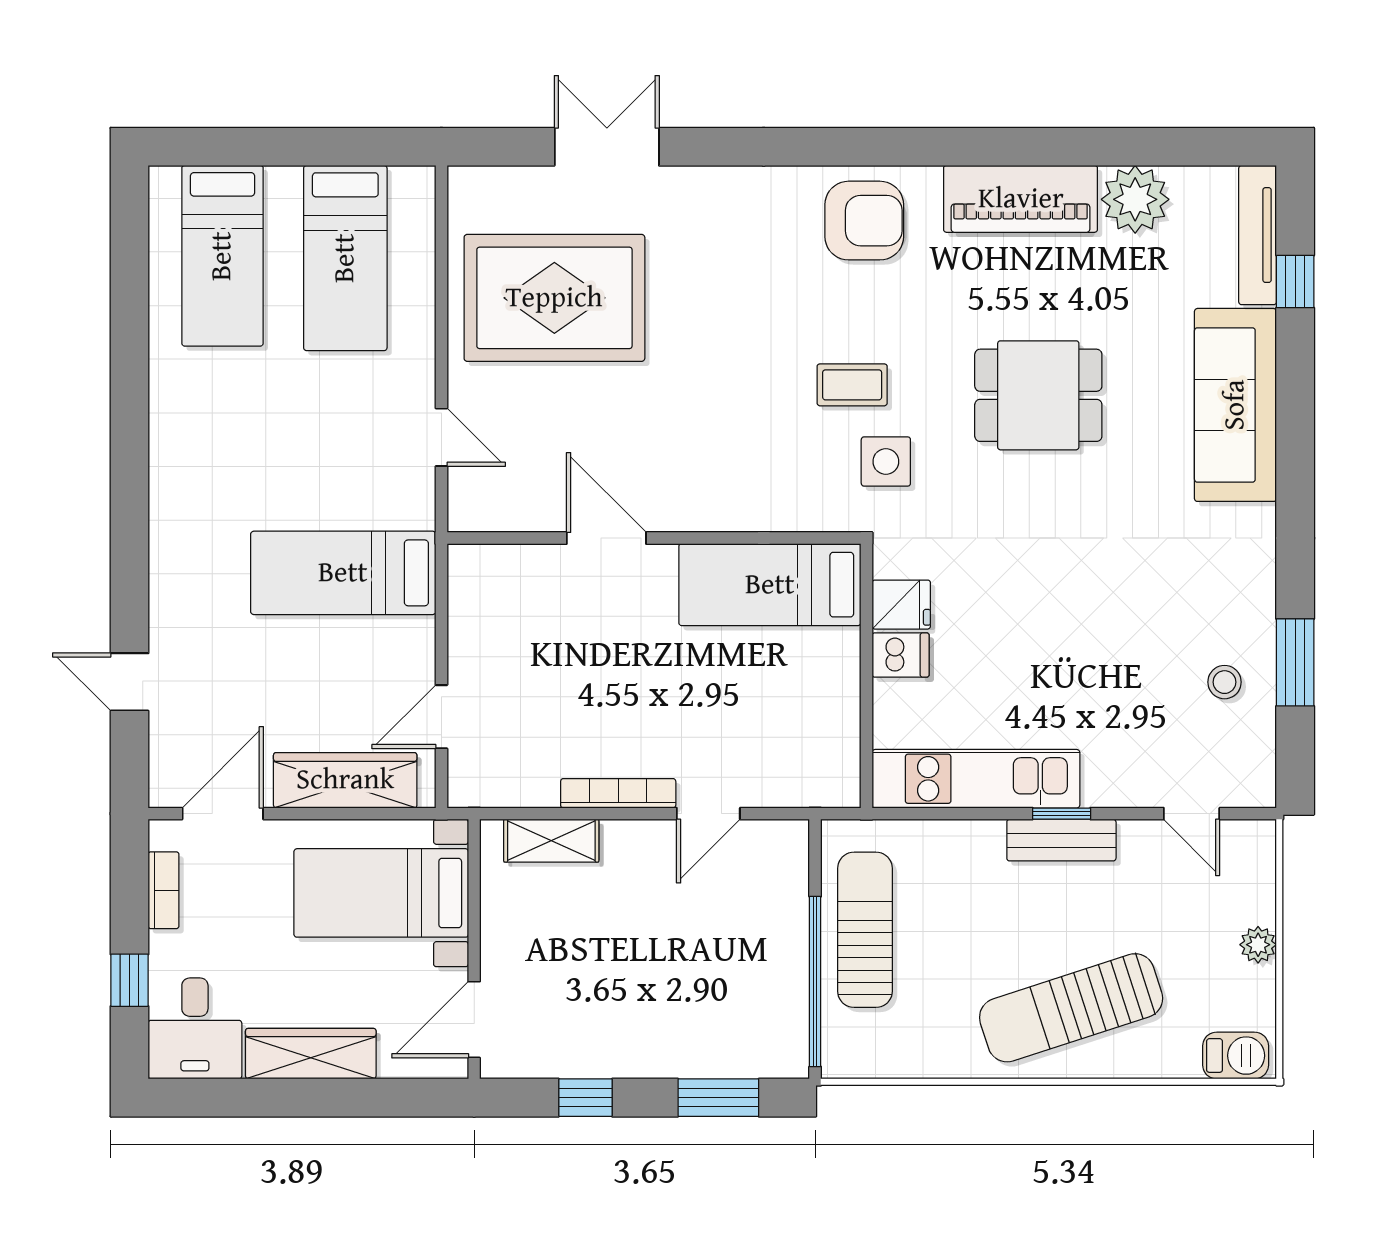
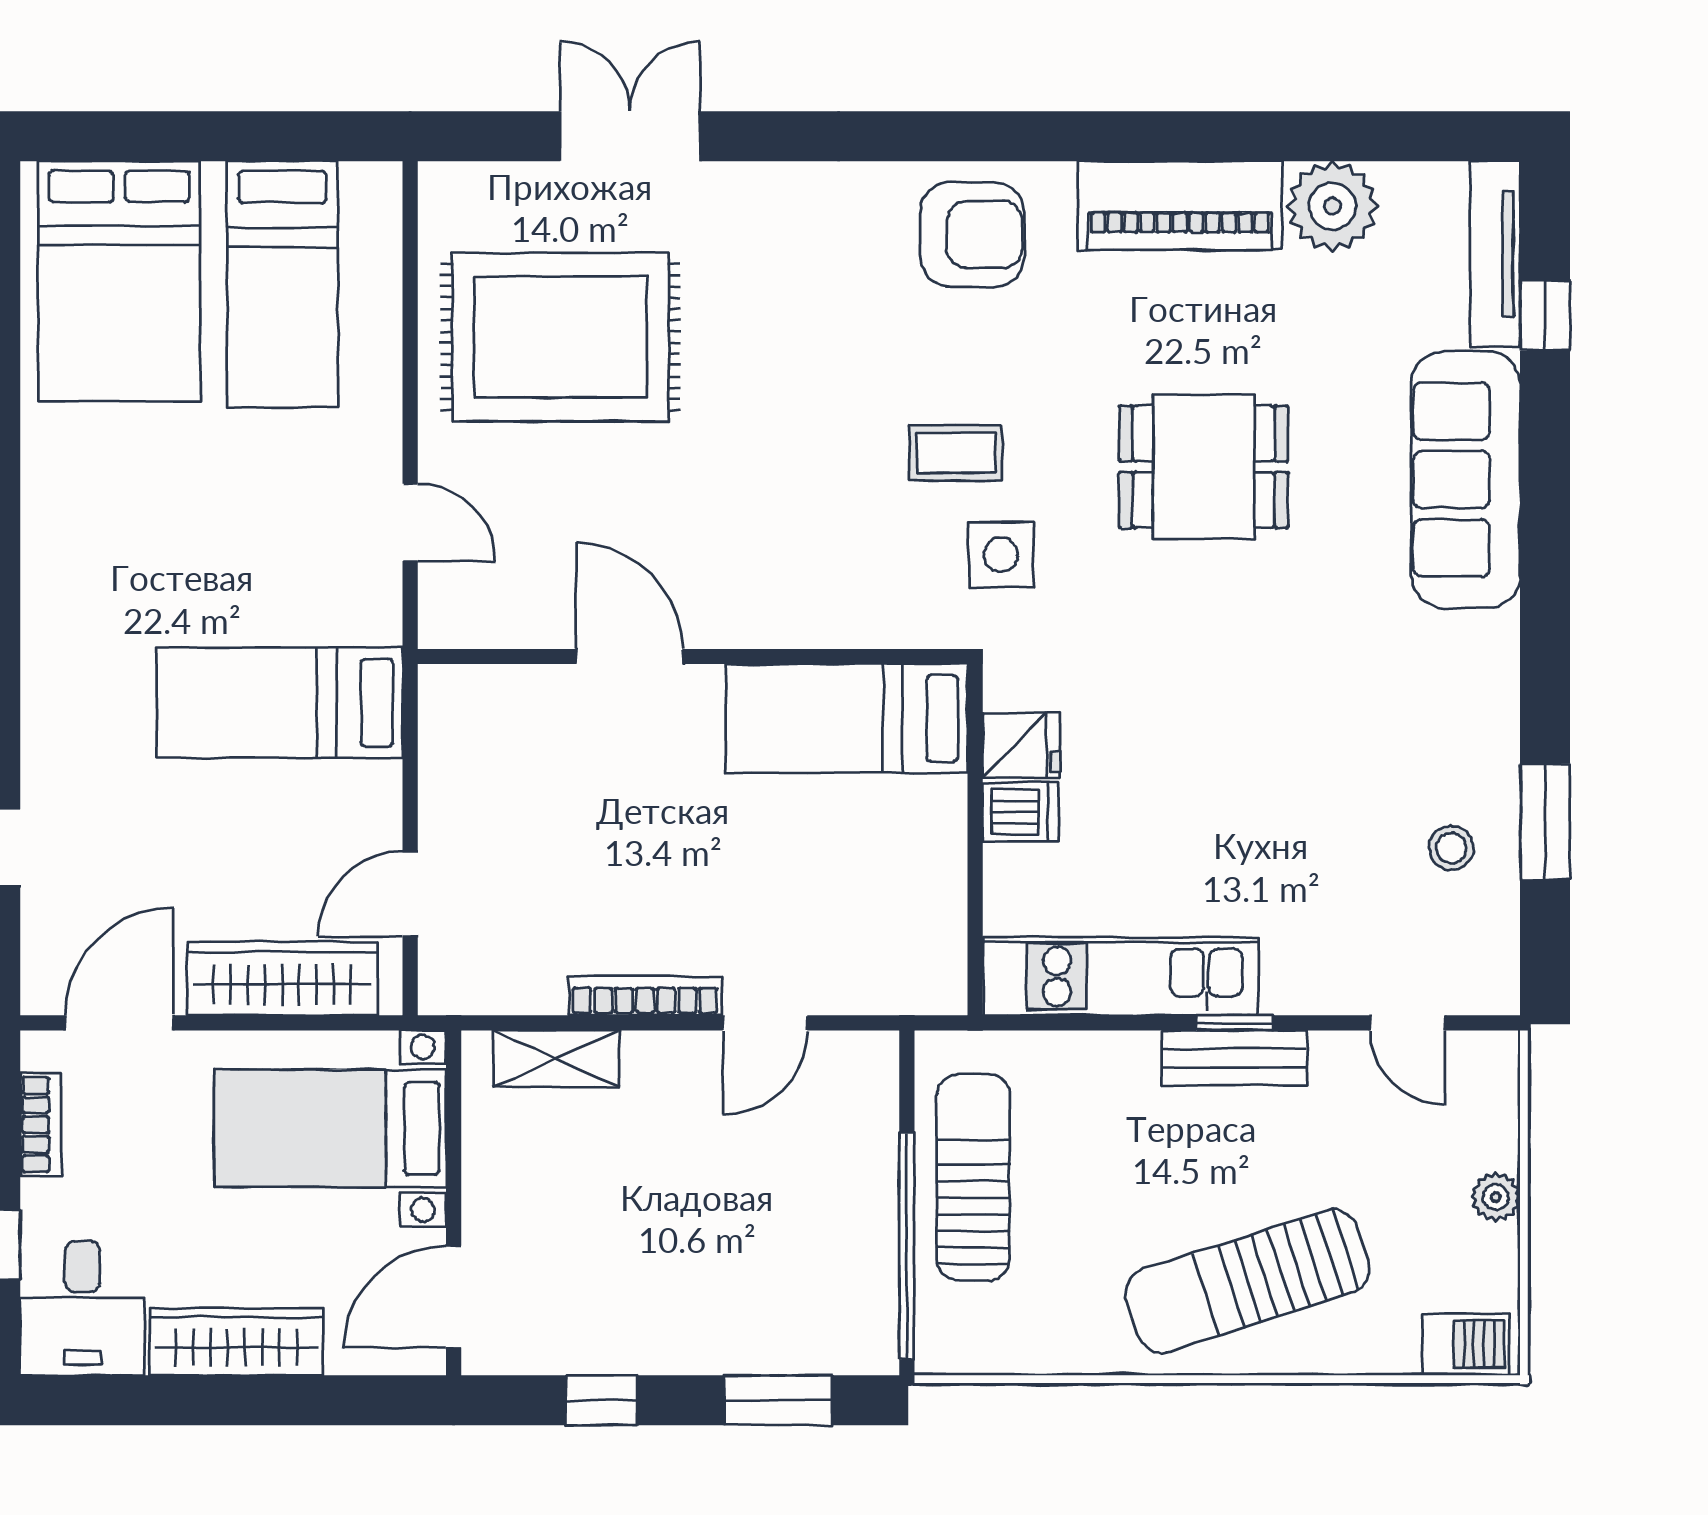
bed: (222, 256) -> (119, 281), width x1.50

